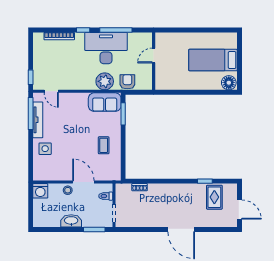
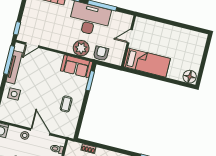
bed: (213, 60) -> (147, 63), moved, turned 180
door: (51, 91) -> (32, 45), hinge flipped

